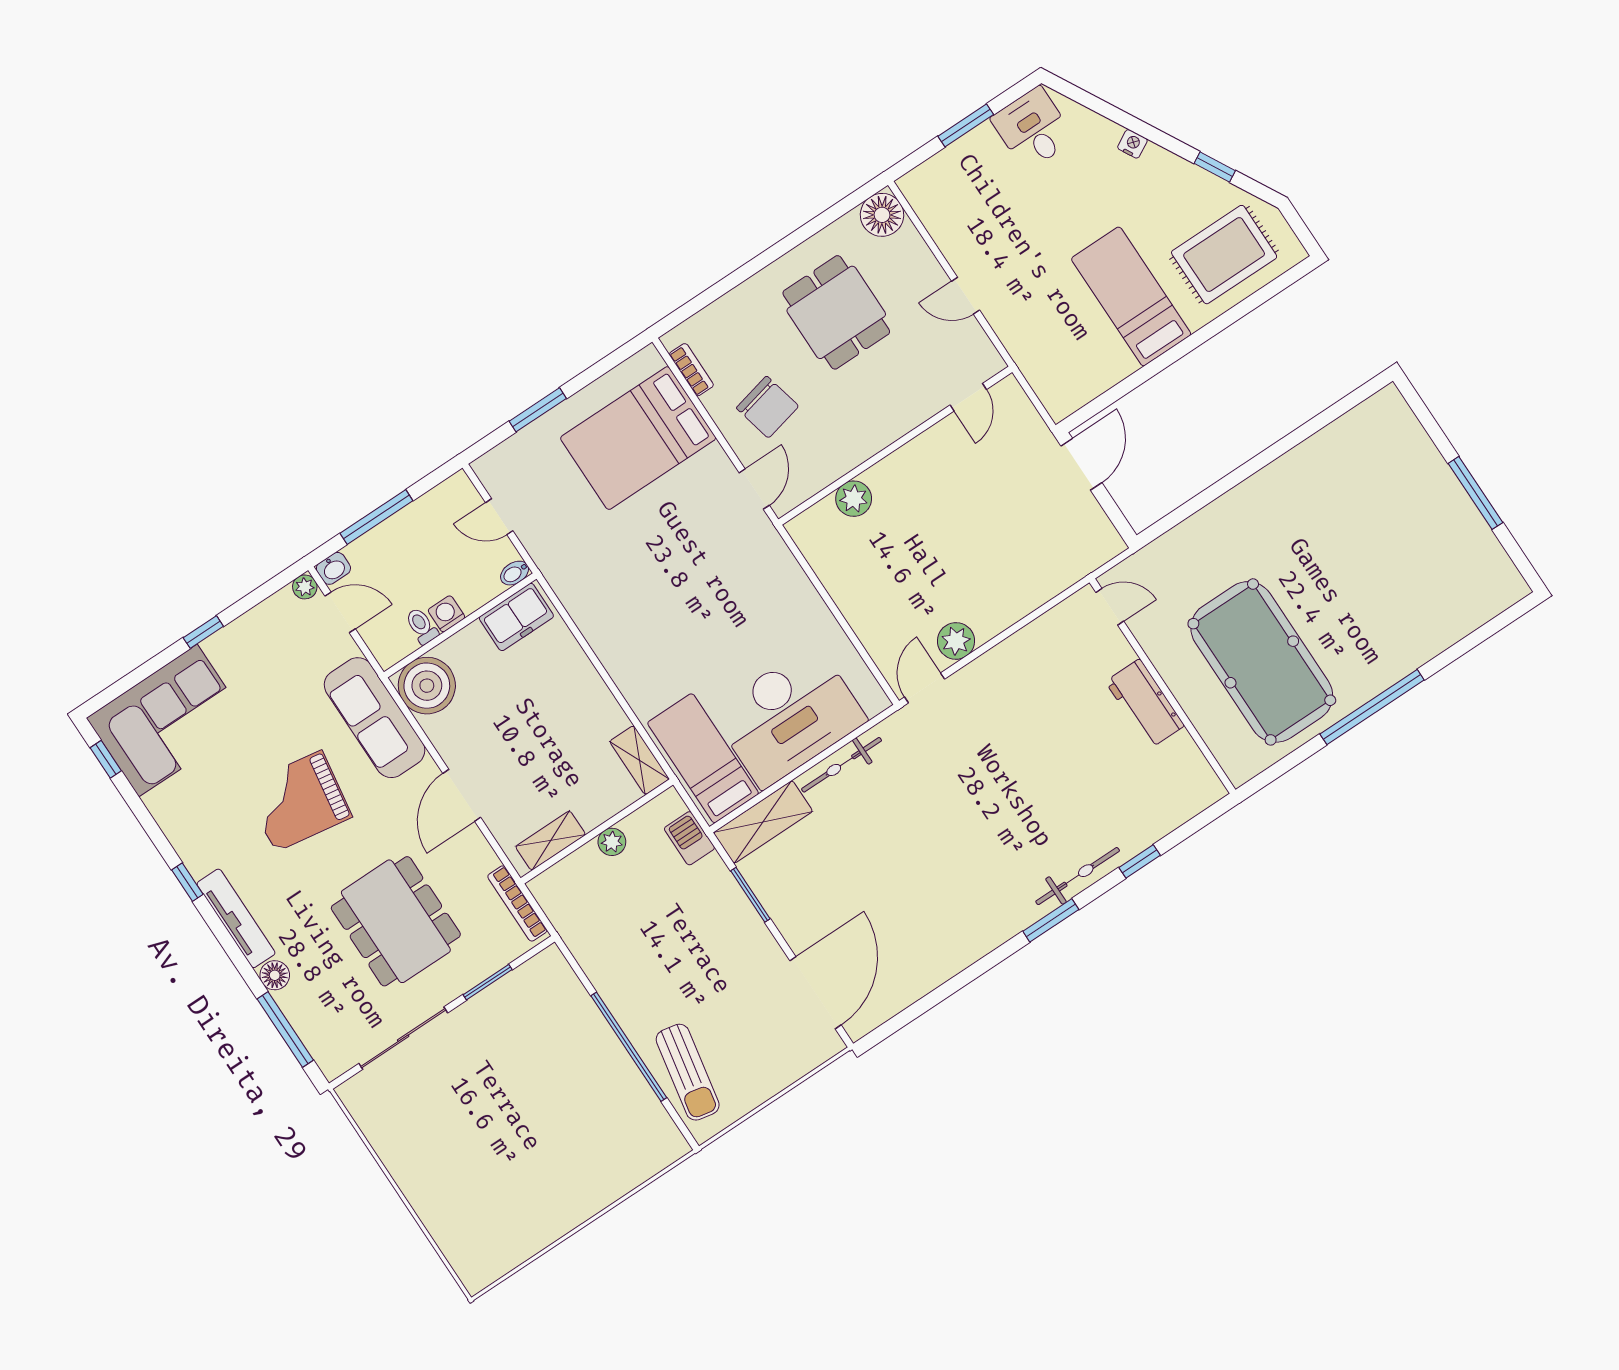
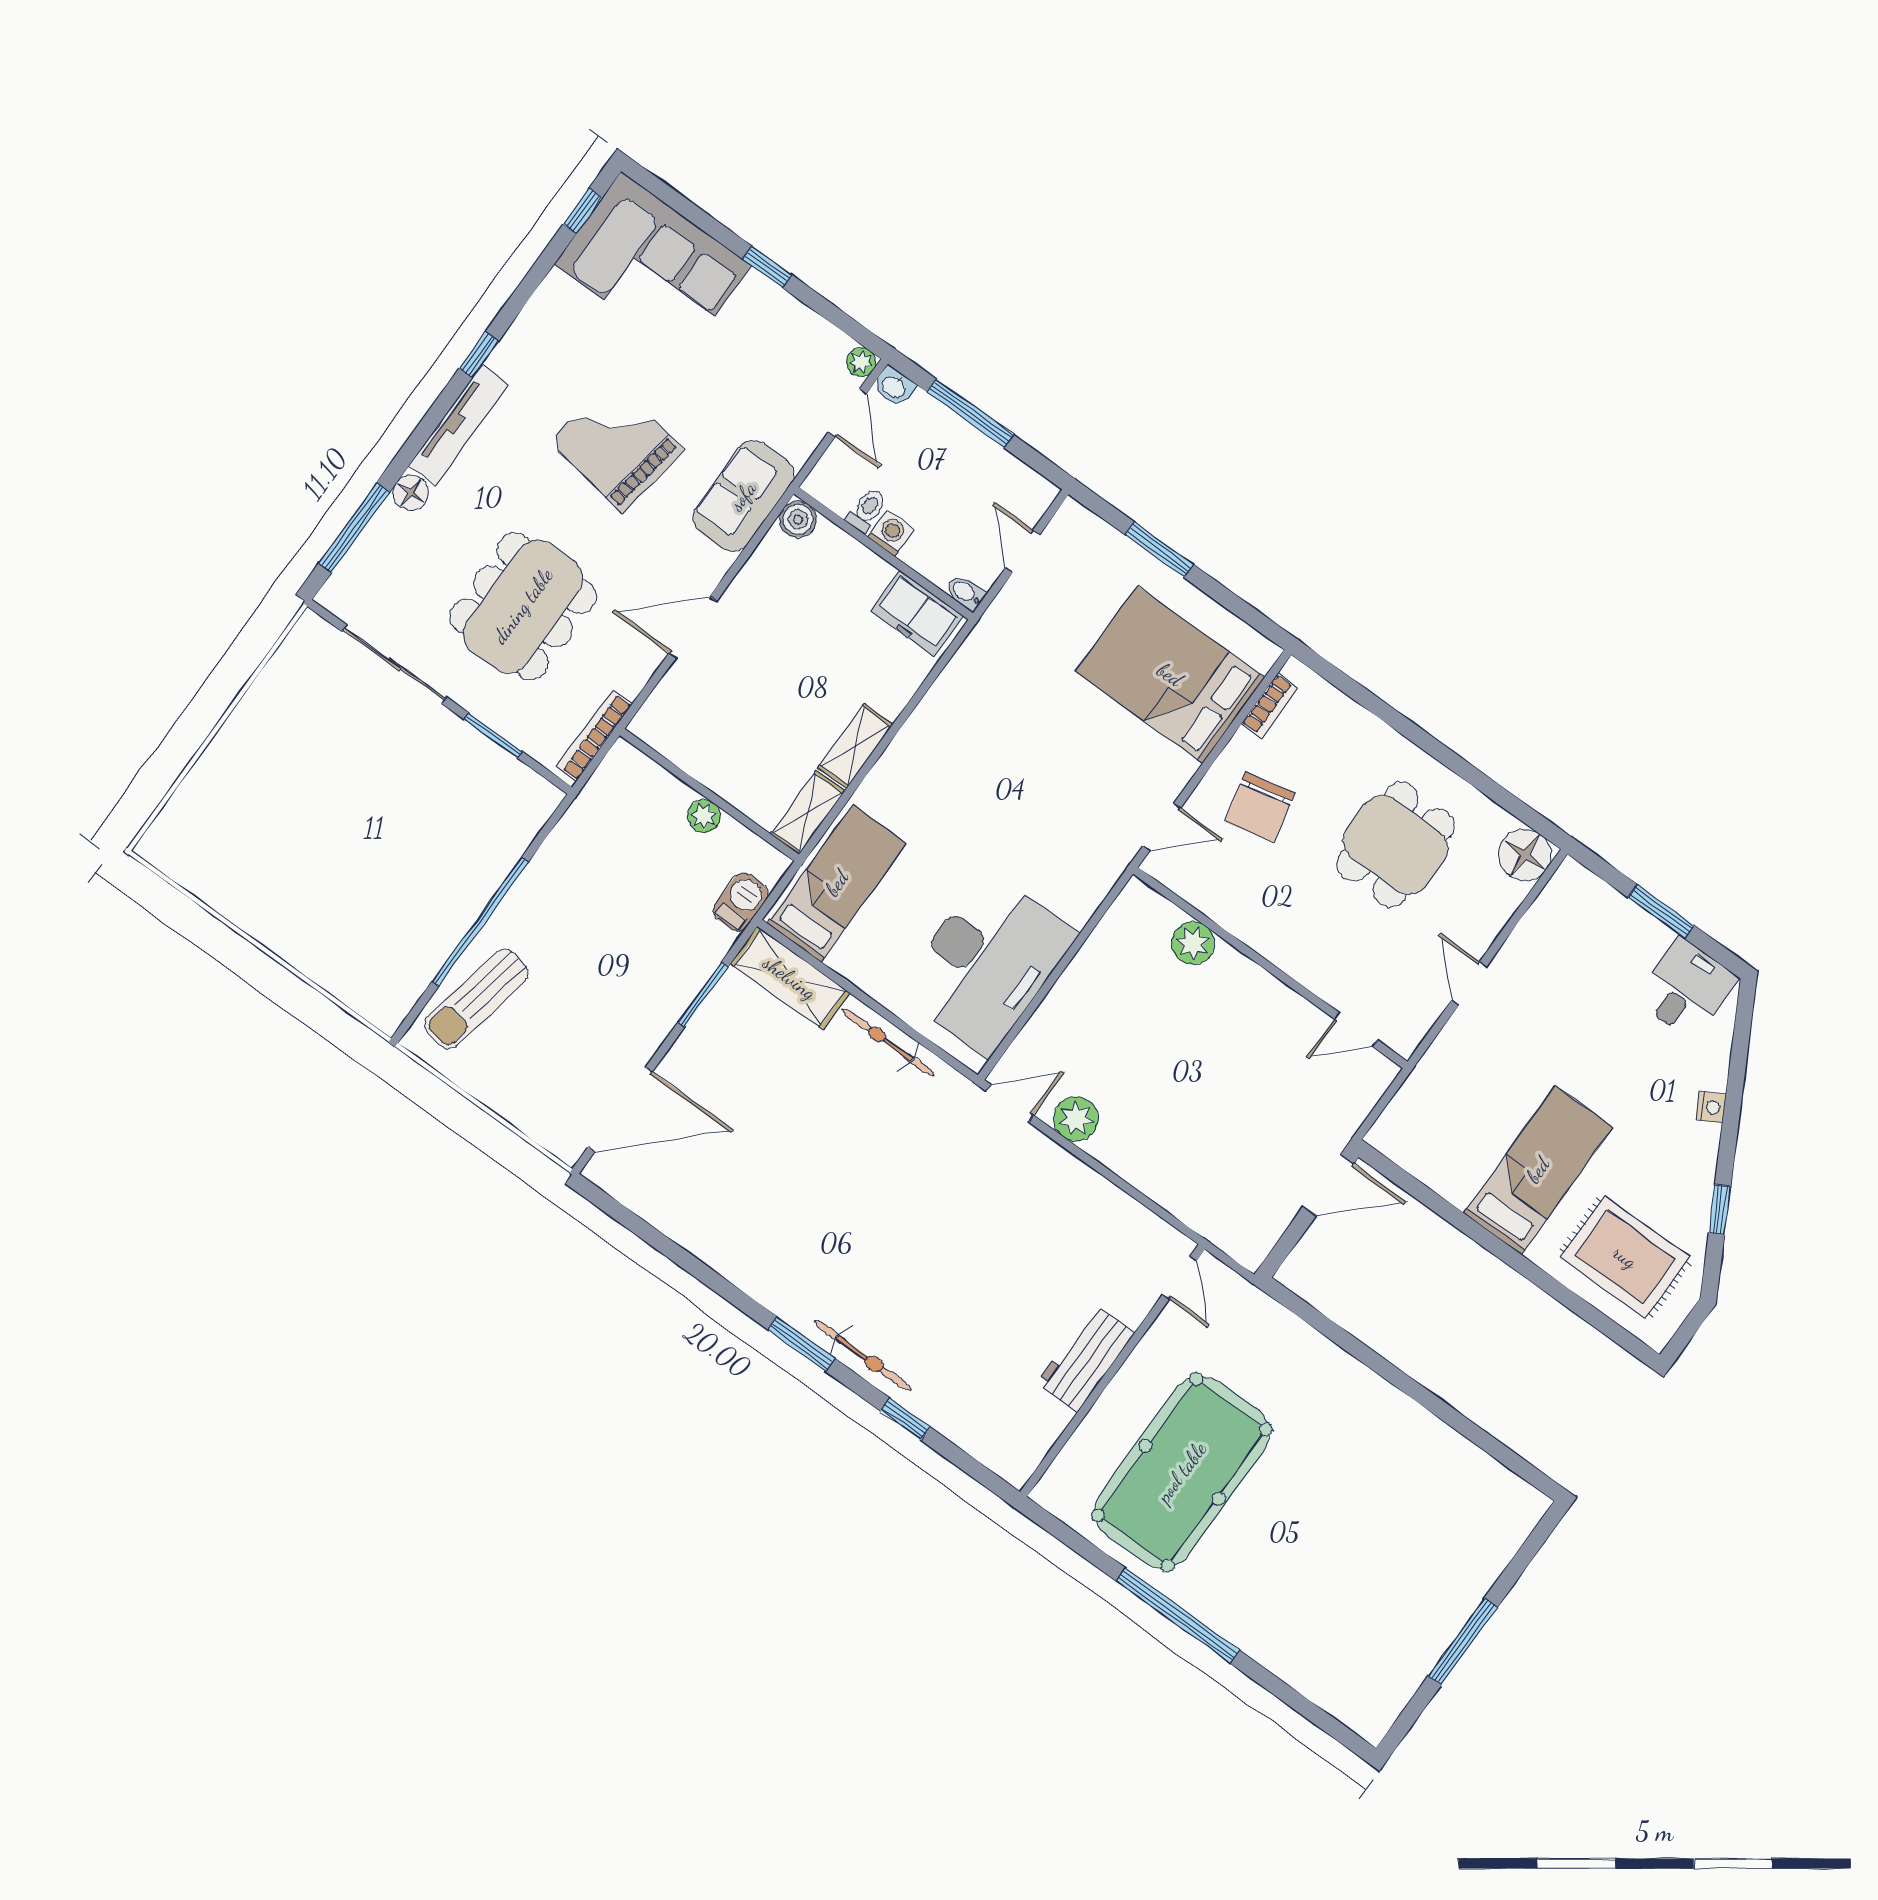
boiler: (427, 686) -> (798, 519), width x0.54, depth x0.54
desk: (789, 716) -> (987, 963), moved, turned -90
sofa: (375, 718) -> (743, 496), width x0.73
shelving: (551, 841) -> (855, 746), moved, turned 90

